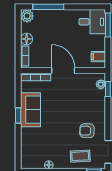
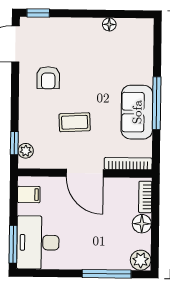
desk: (92, 22) -> (38, 243), width x1.37
window: (18, 116) -> (157, 103), width x2.17
armchair: (87, 131) -> (48, 78), turned 89
coffee table: (80, 156) -> (75, 122), moved

